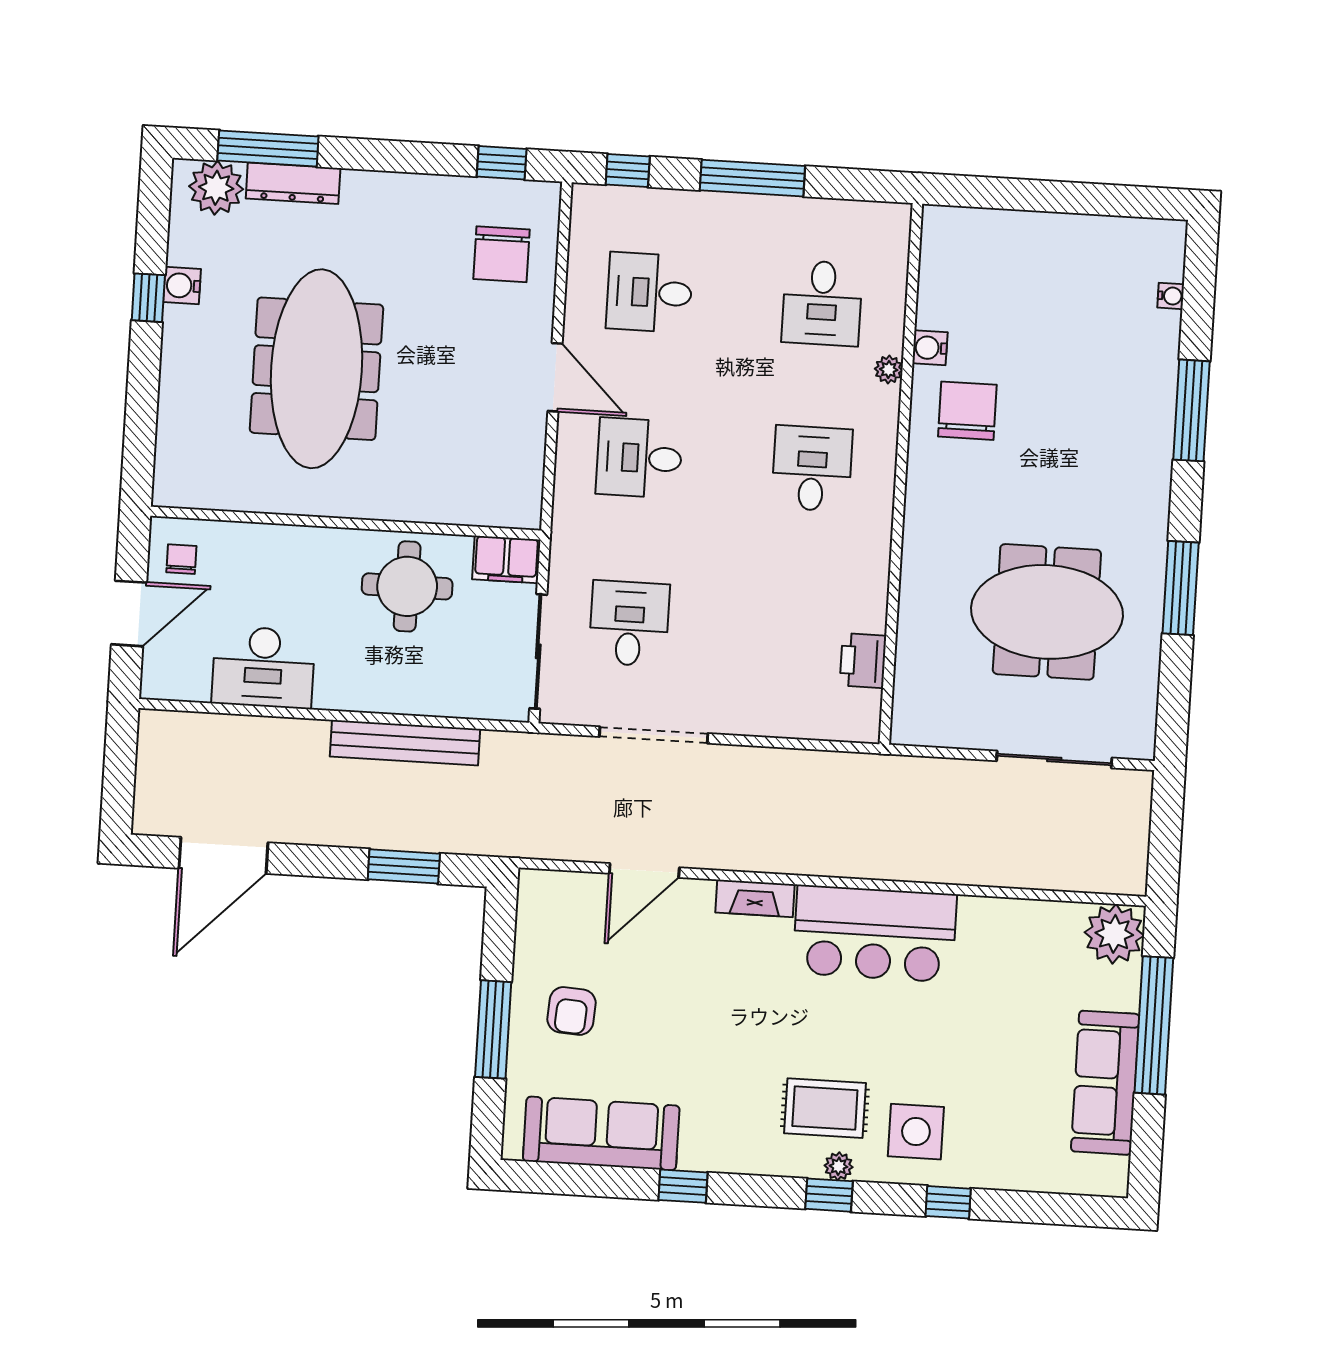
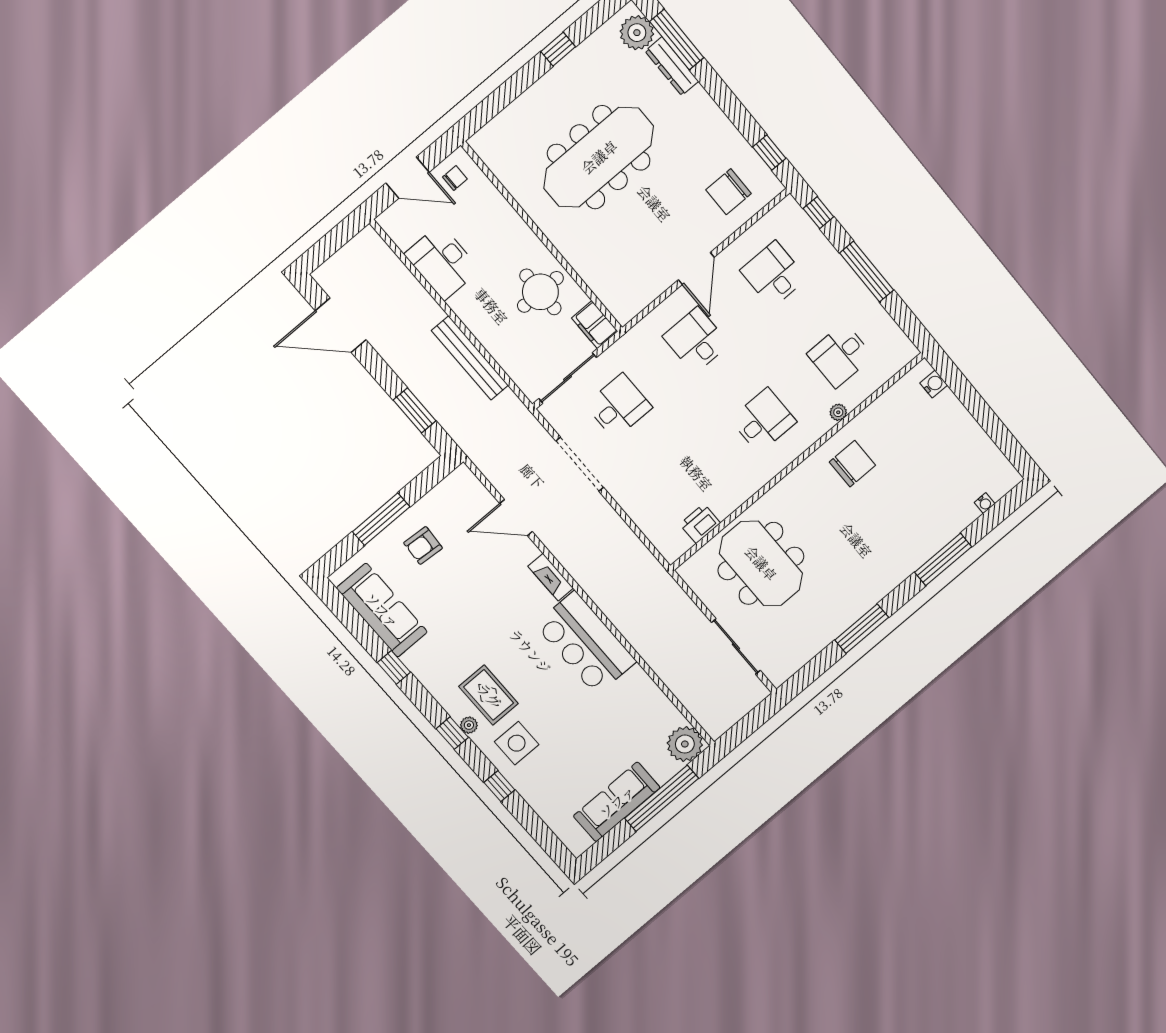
water cooler: (182, 286) -> (578, 59), removed
water cooler: (930, 348) -> (934, 384), moved, turned 90
meeting table: (1047, 612) -> (761, 563), moved

